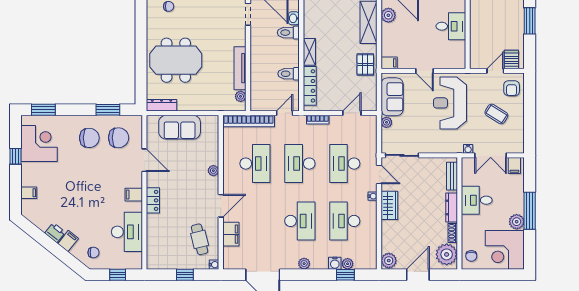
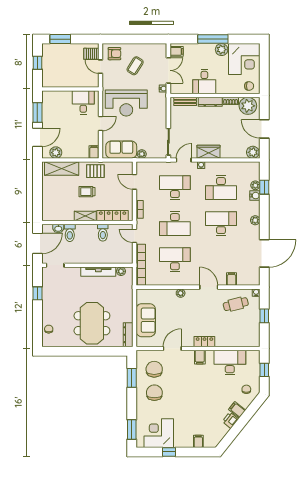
desk: (451, 26) -> (83, 102), moved
trolley: (340, 54) -> (87, 192), added
desk: (345, 164) -> (175, 188), turned 180
filing cabinet: (231, 234) -> (232, 279), width x0.50

